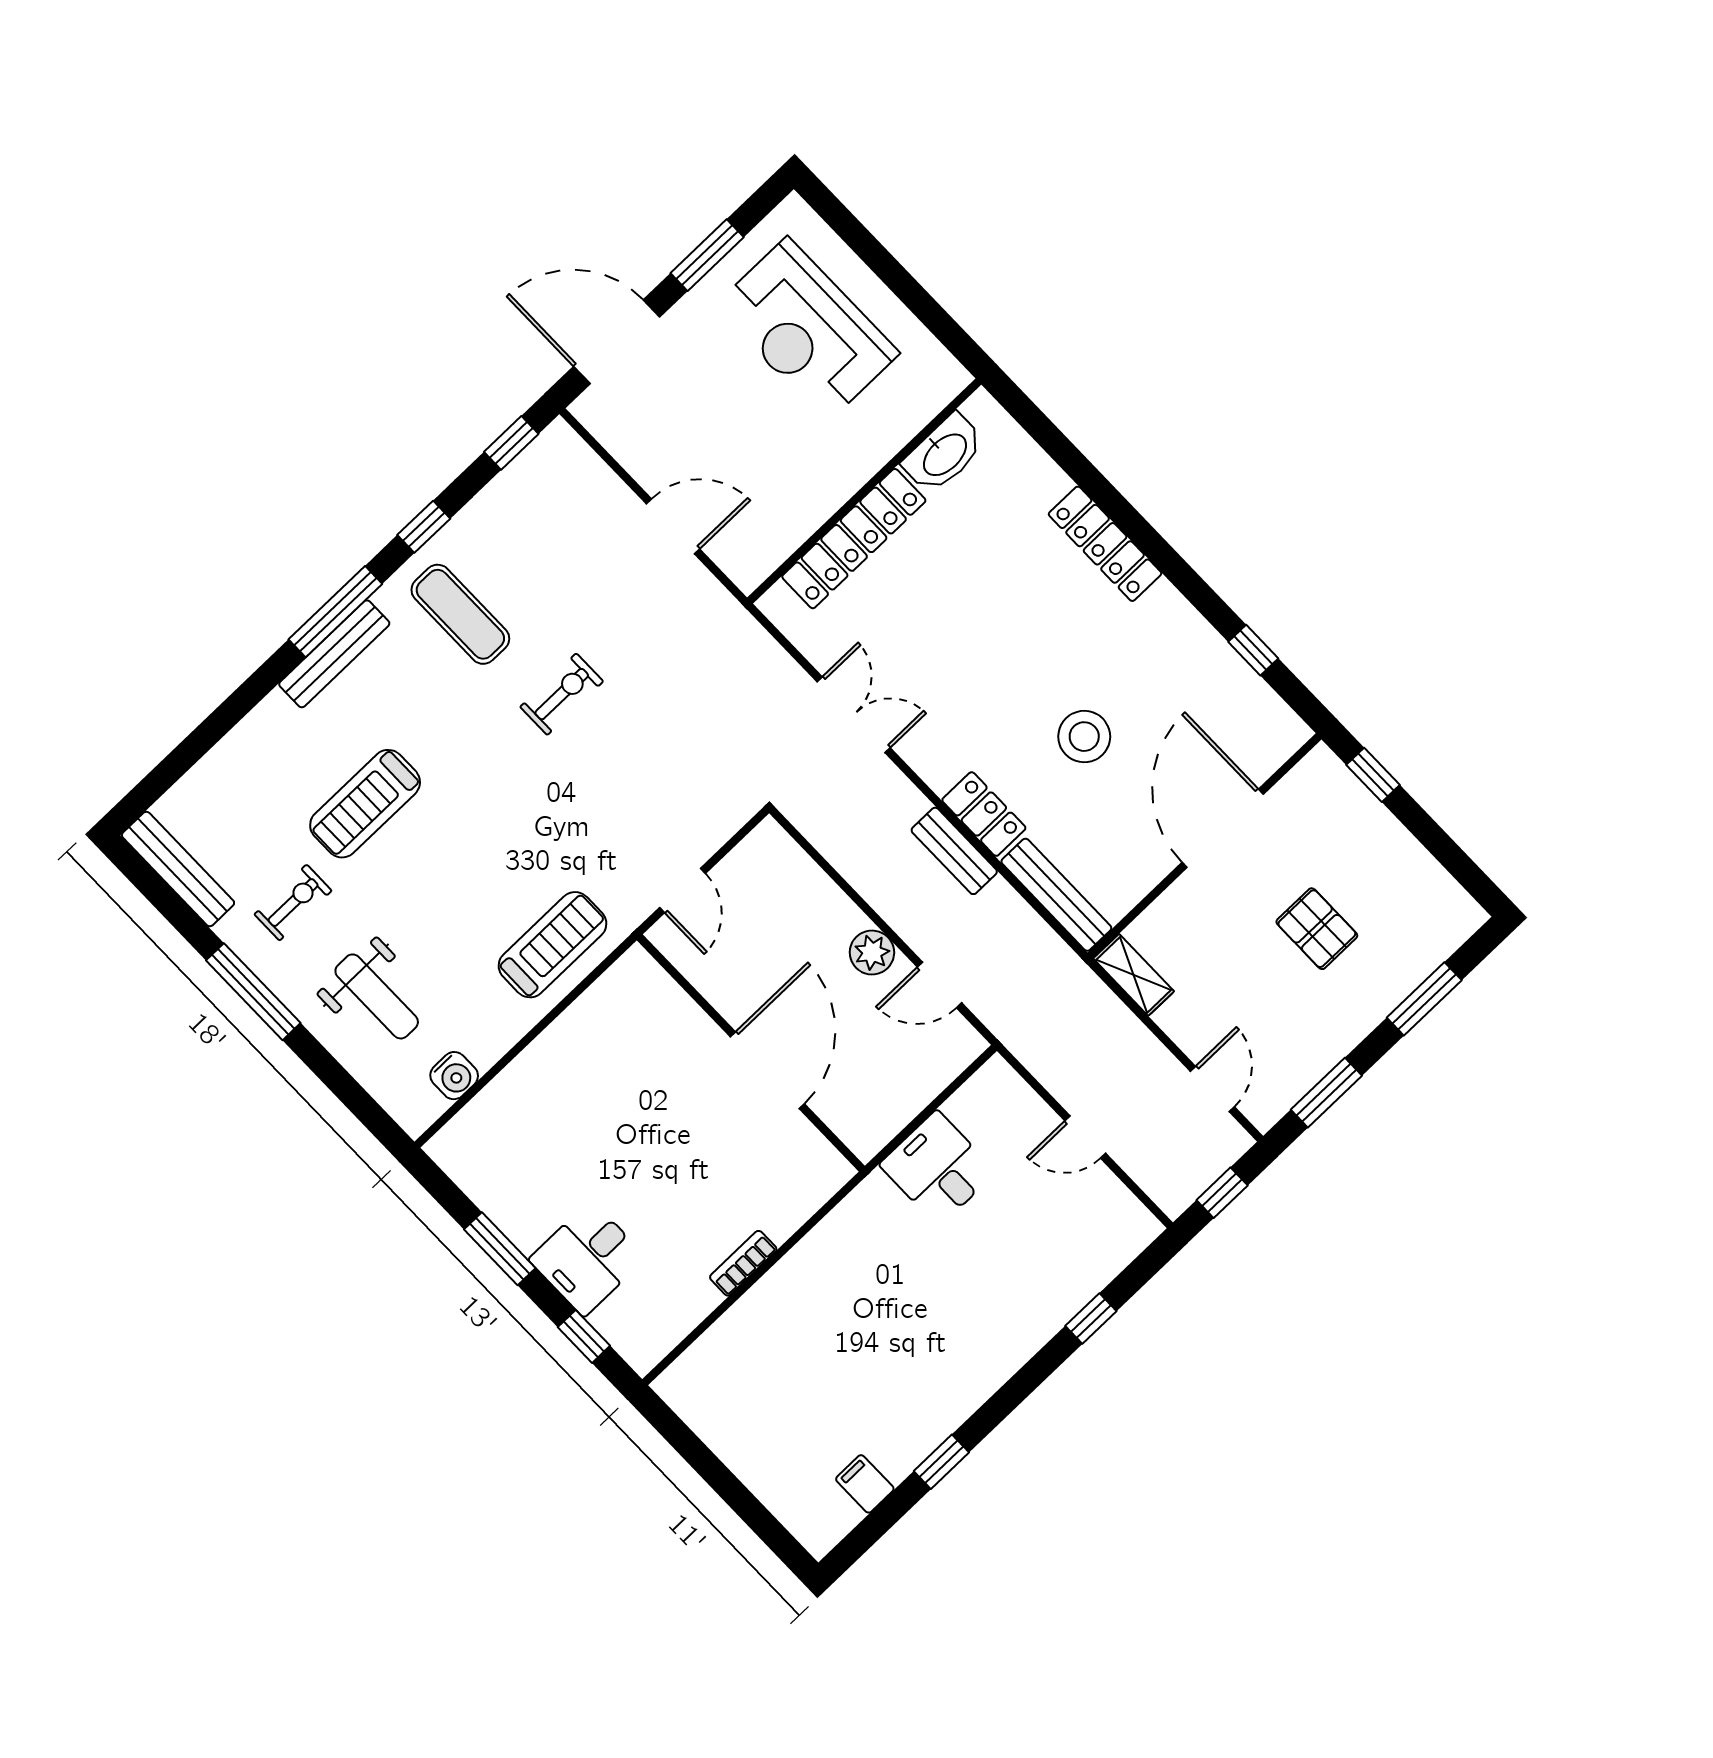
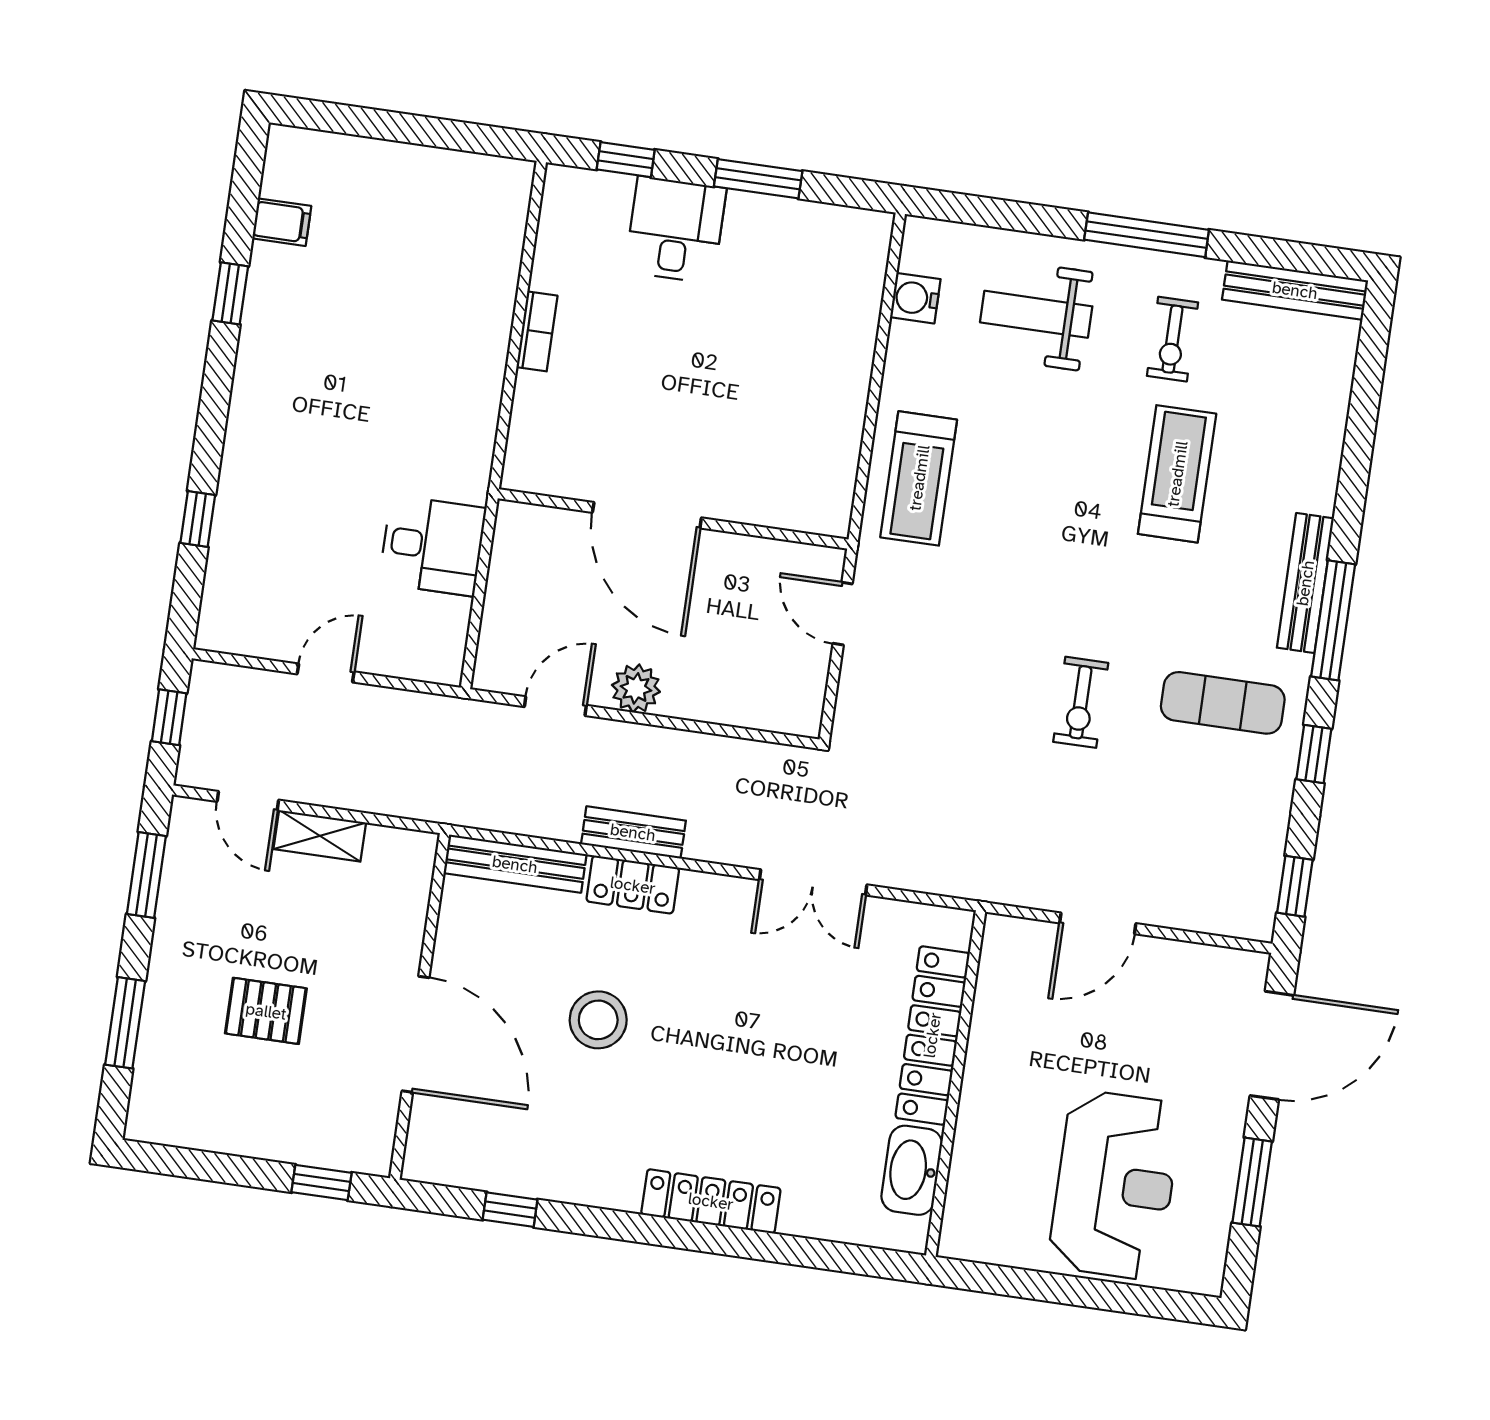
reception desk: (807, 330) -> (1115, 1185), turned 90
shelving: (1134, 975) -> (320, 836), moved

